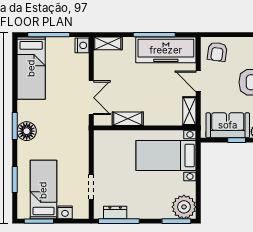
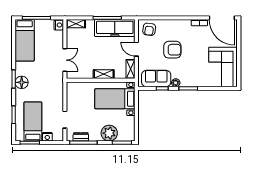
shelving: (128, 119) -> (104, 74), moved
plant: (184, 207) -> (109, 133), moved

